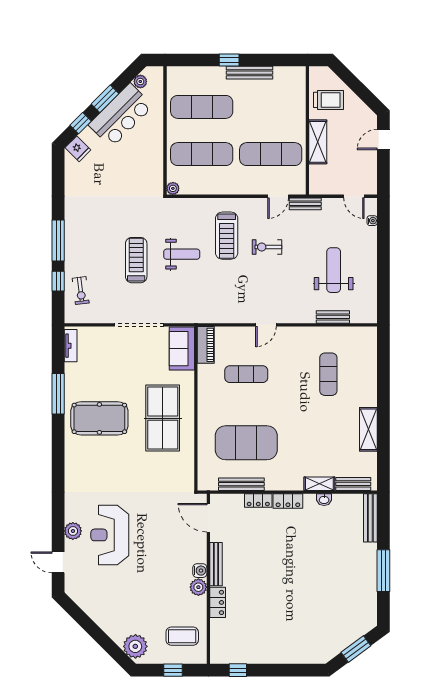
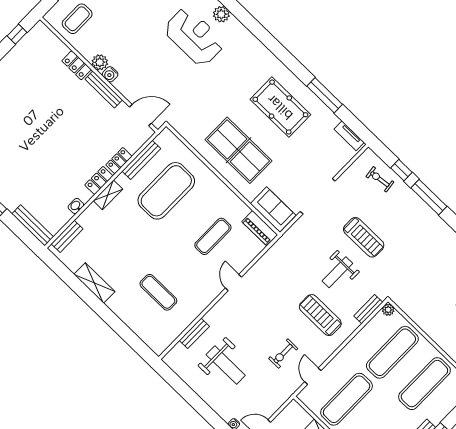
bench: (305, 204) -> (368, 309), moved
exercise bike: (267, 247) -> (283, 354), moved, turned 180
pool table: (99, 418) -> (280, 107), turned 90
shelving: (319, 484) -> (108, 195), moved

